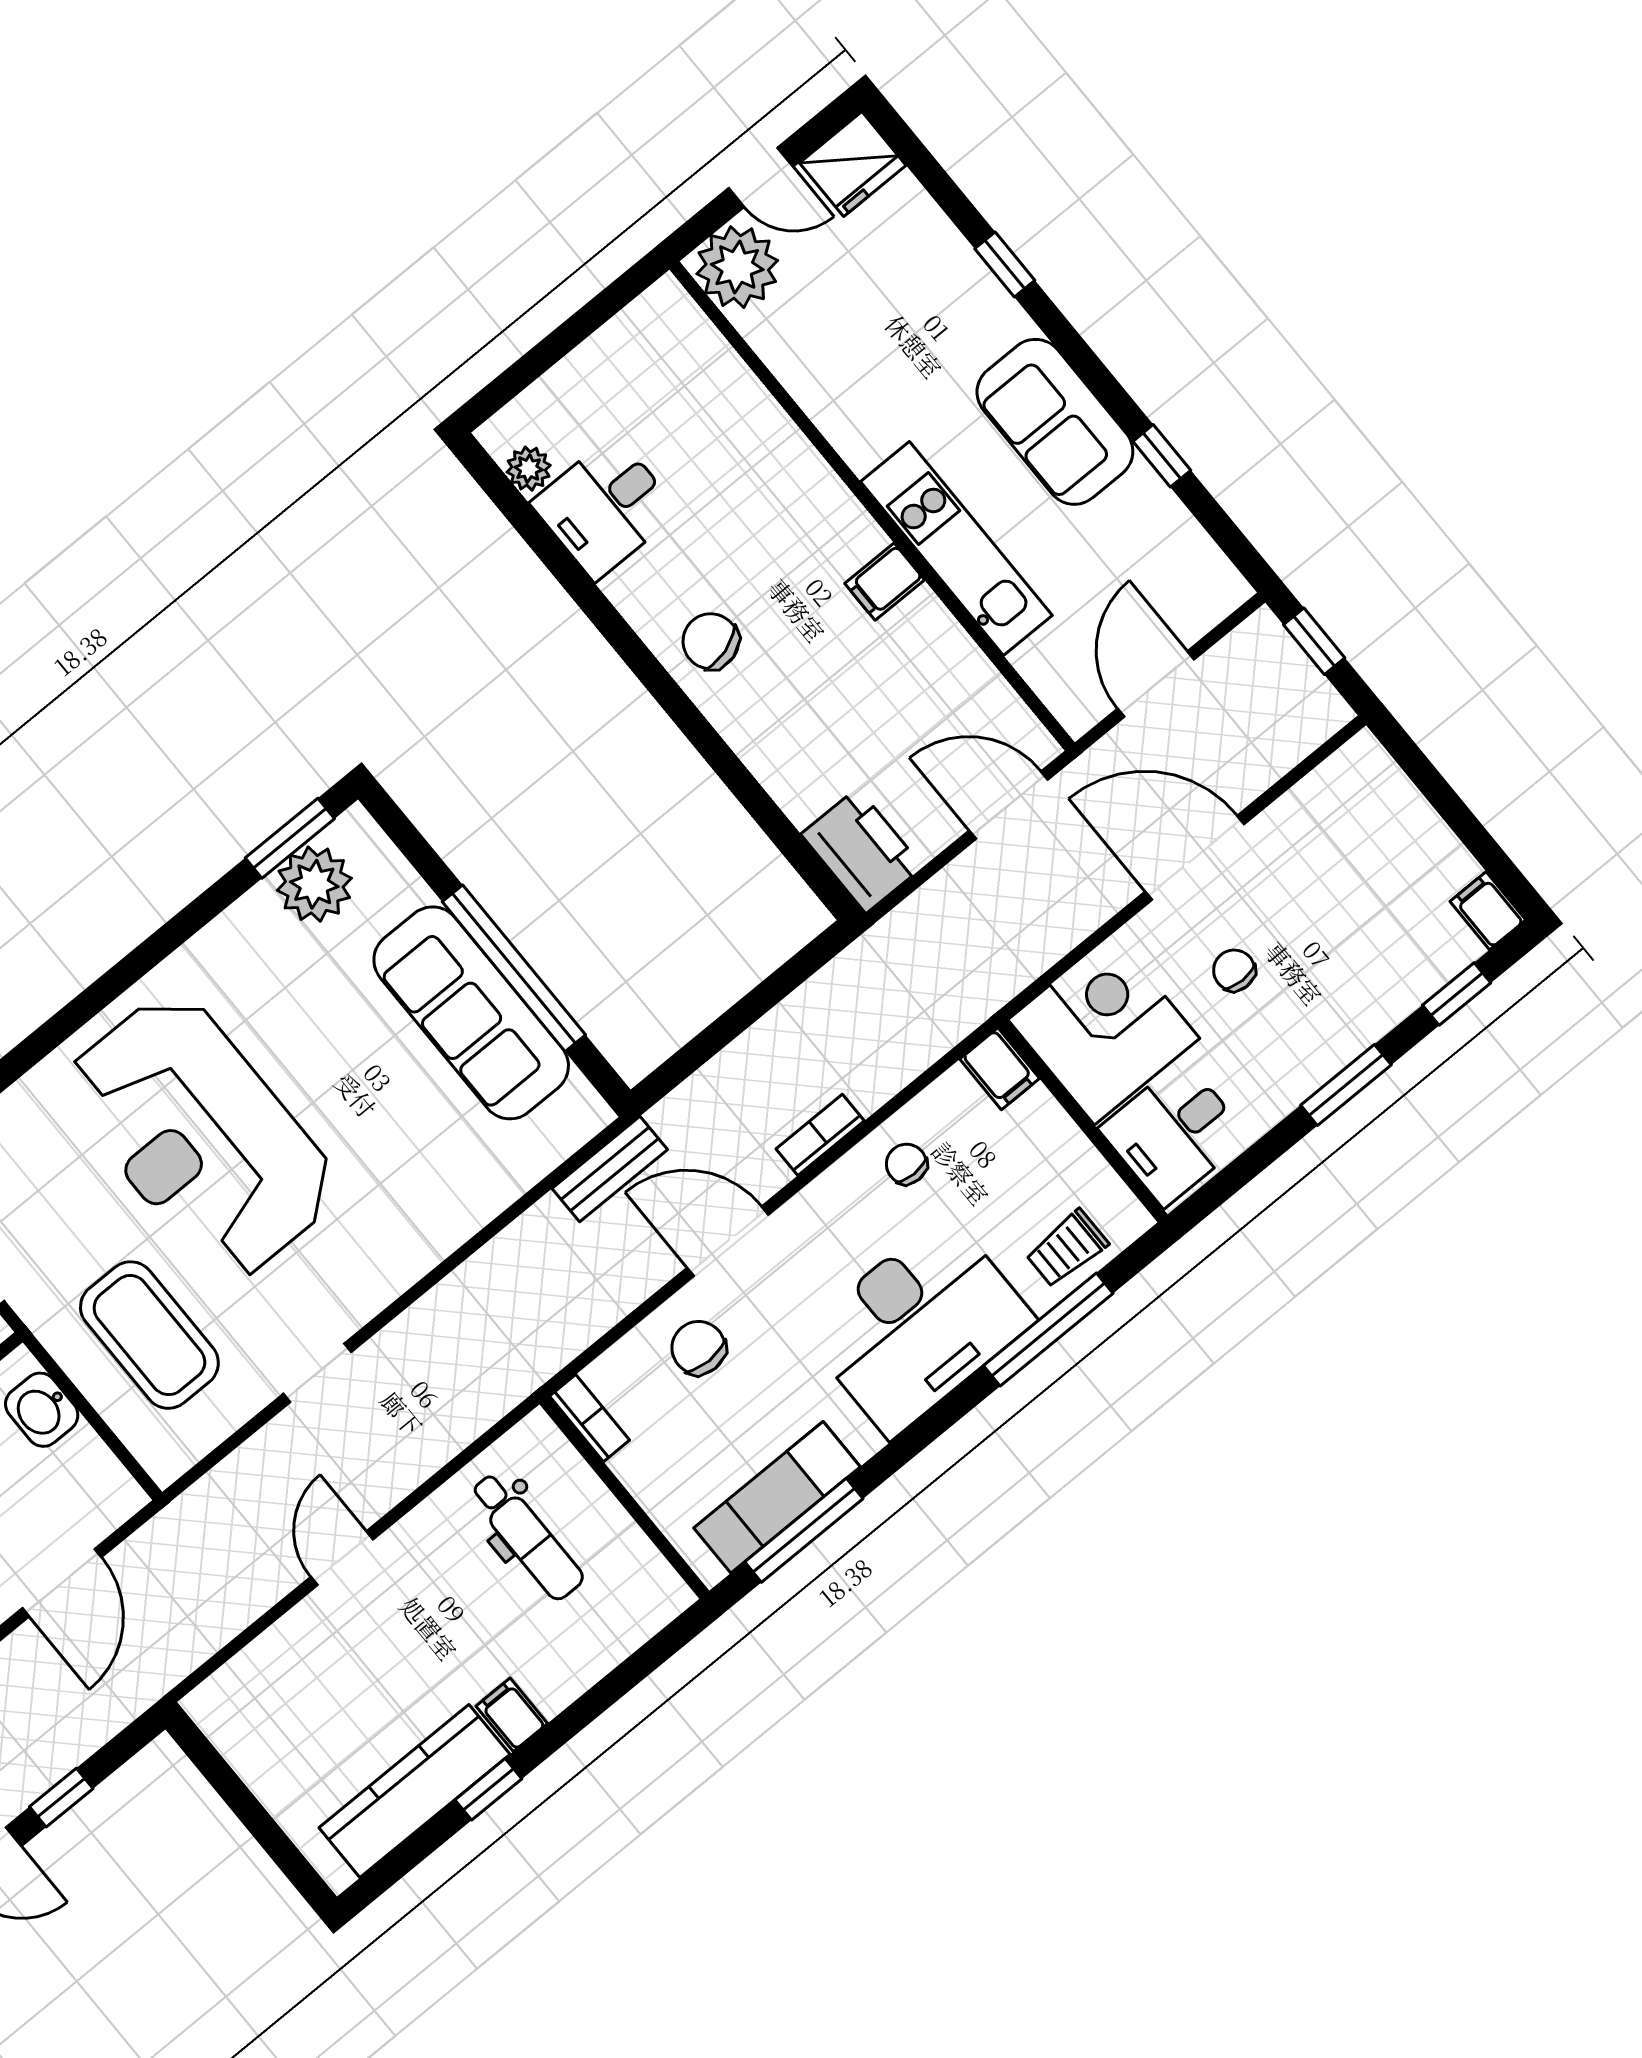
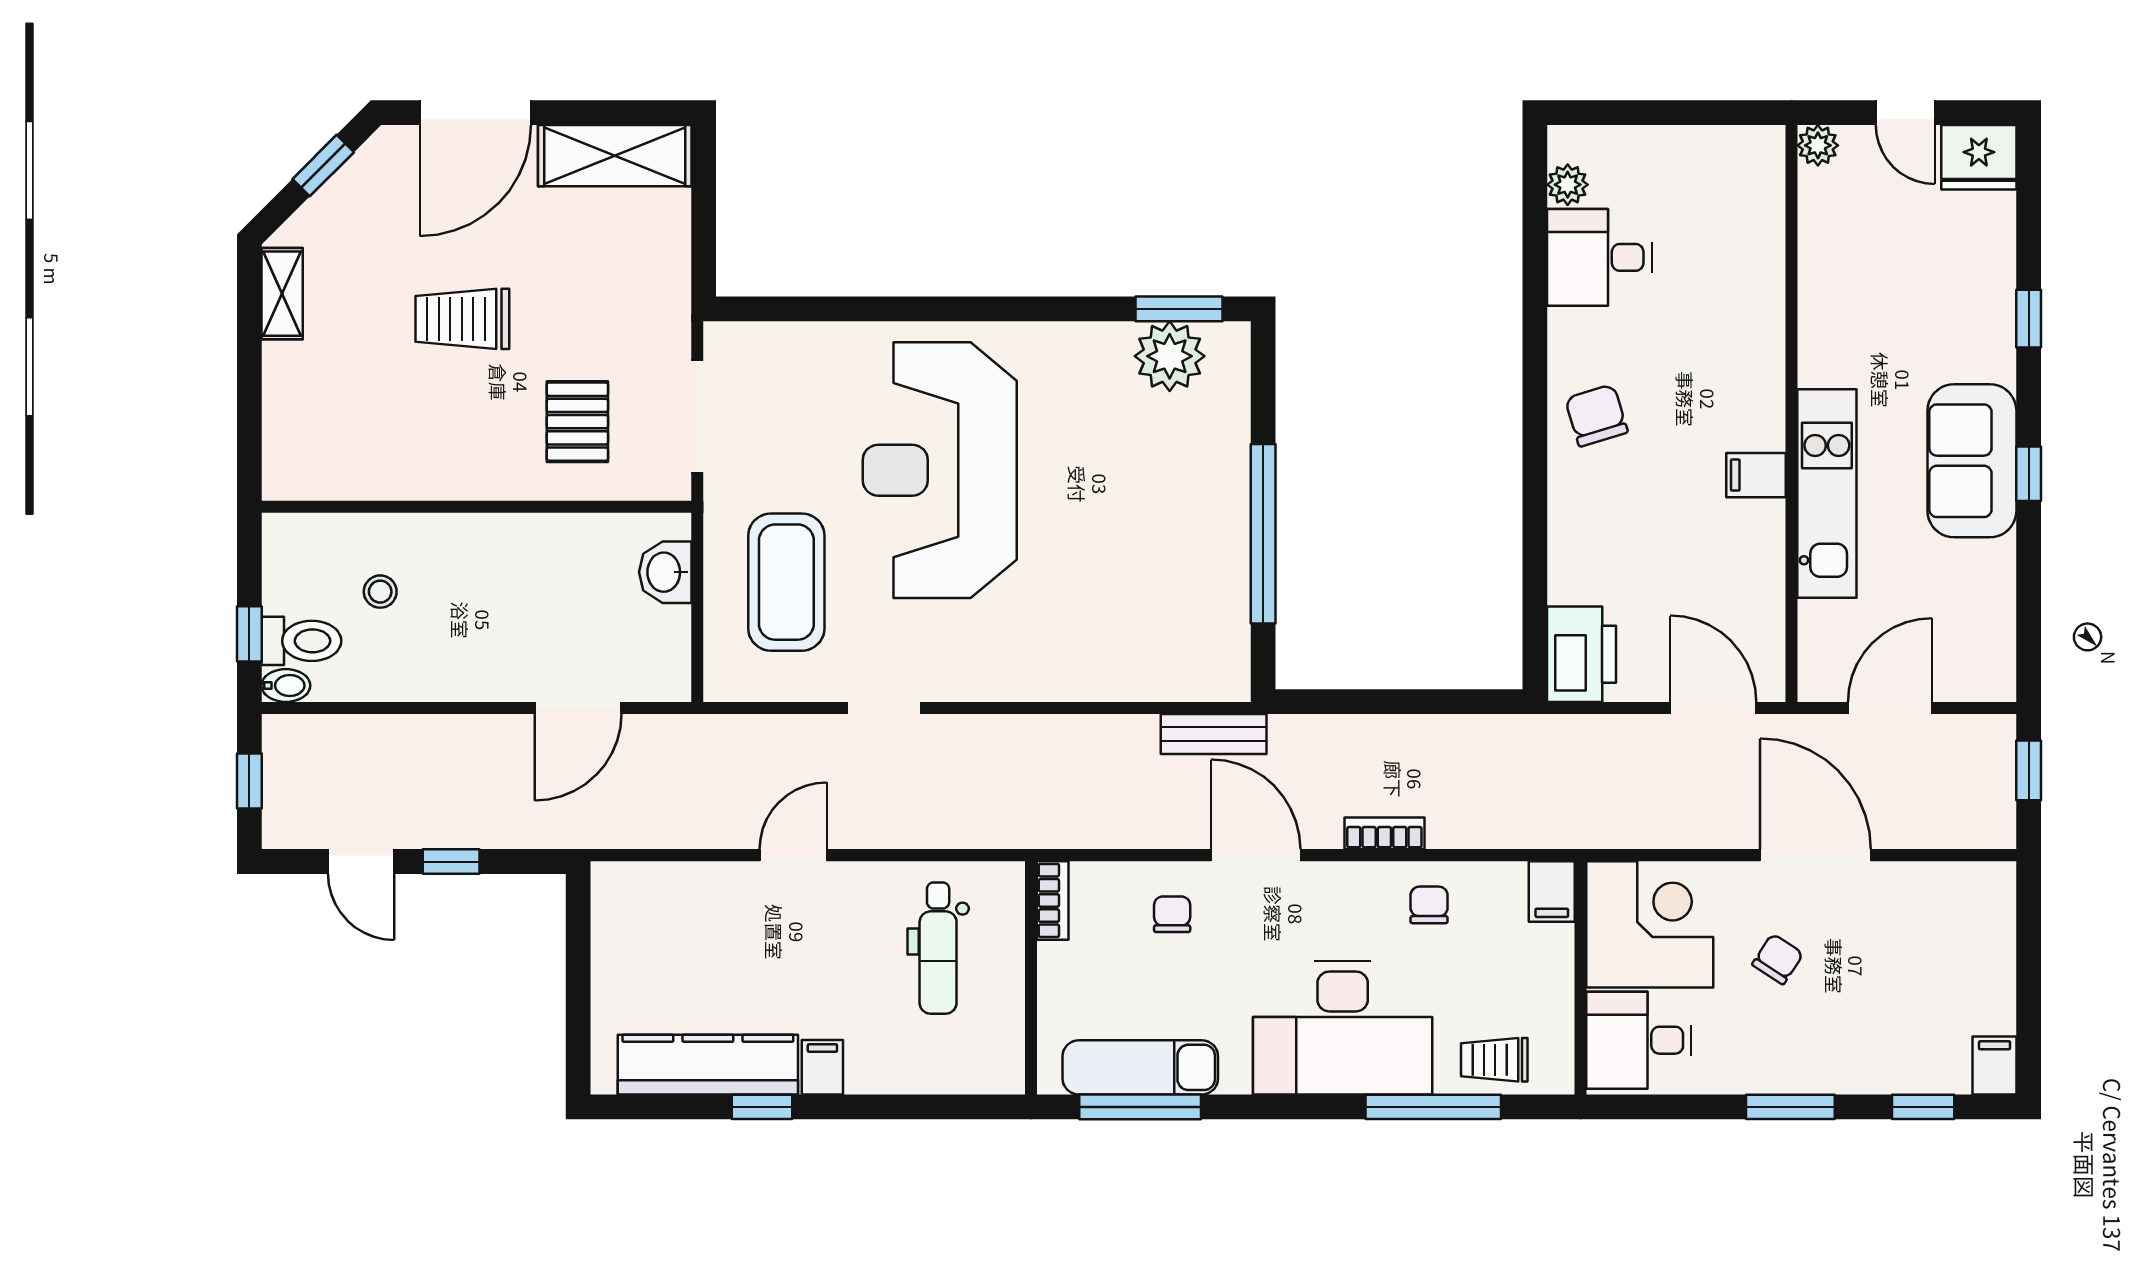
plant: (737, 267) -> (1818, 145), width x0.53, depth x0.53
window: (1162, 456) -> (2029, 474), moved
chair: (1234, 970) -> (1778, 959), turned 33
sofa: (471, 1013) -> (1206, 541), removed
chair: (699, 1348) -> (1172, 914), width x0.73, depth x0.73

